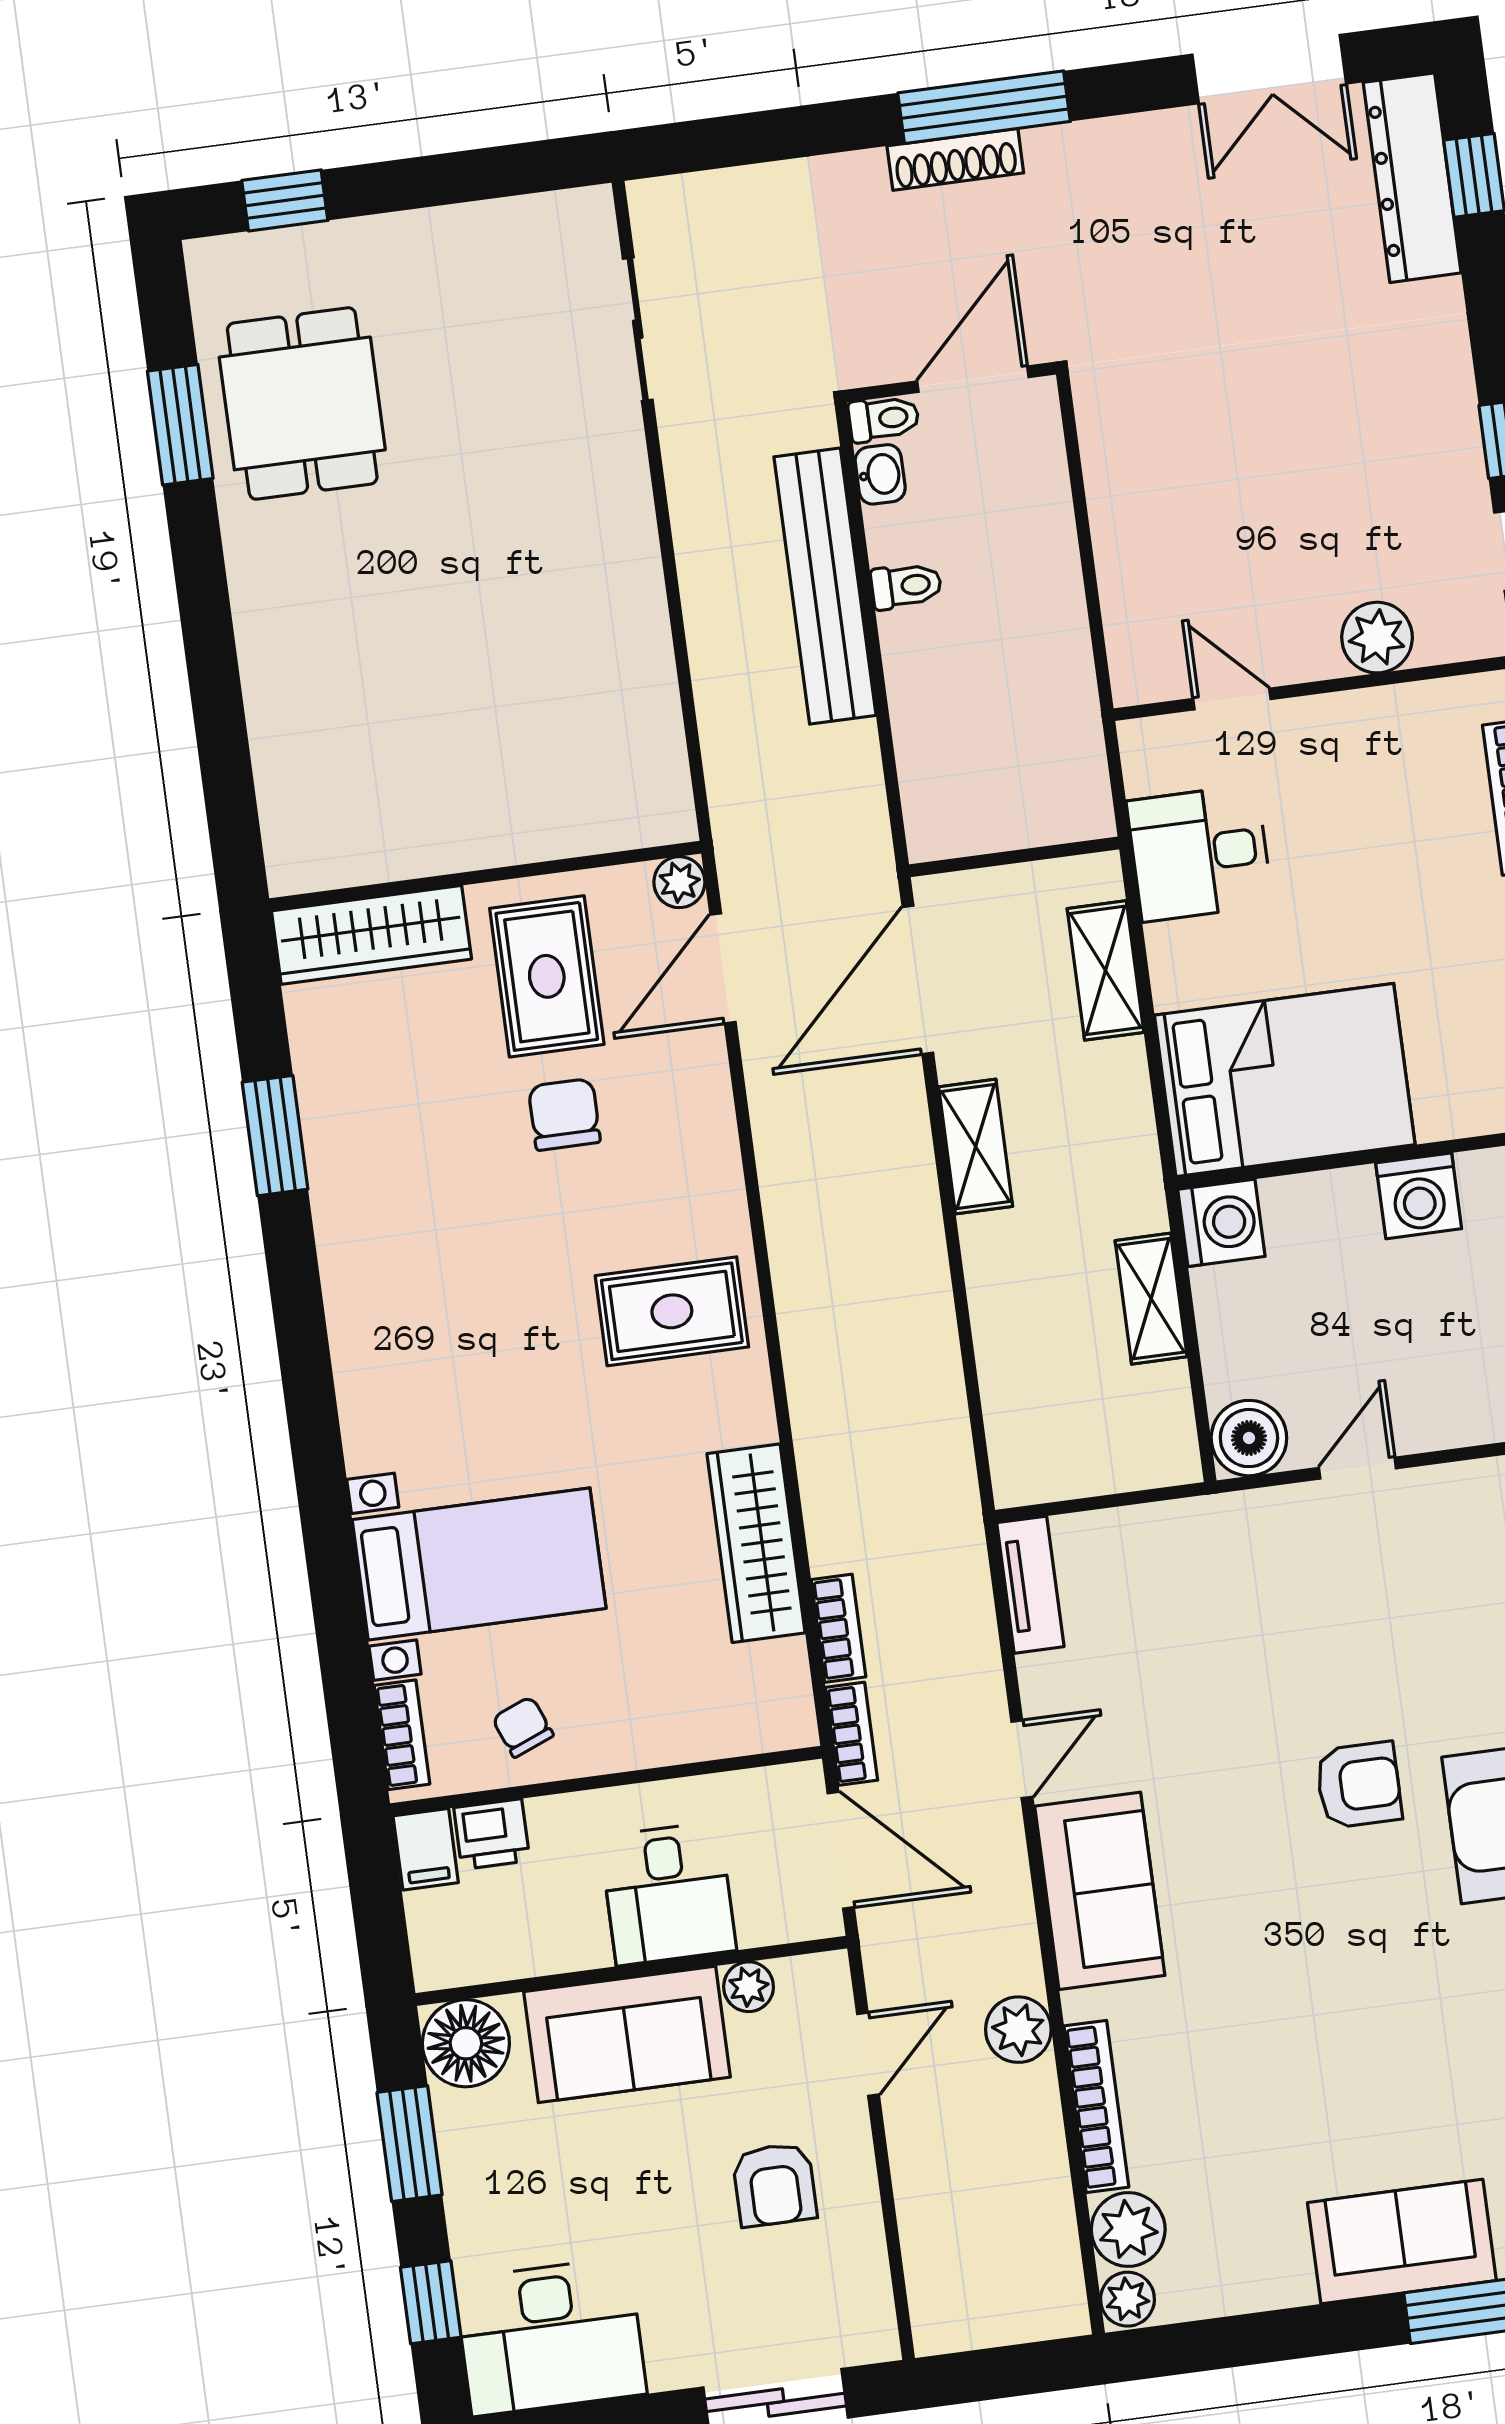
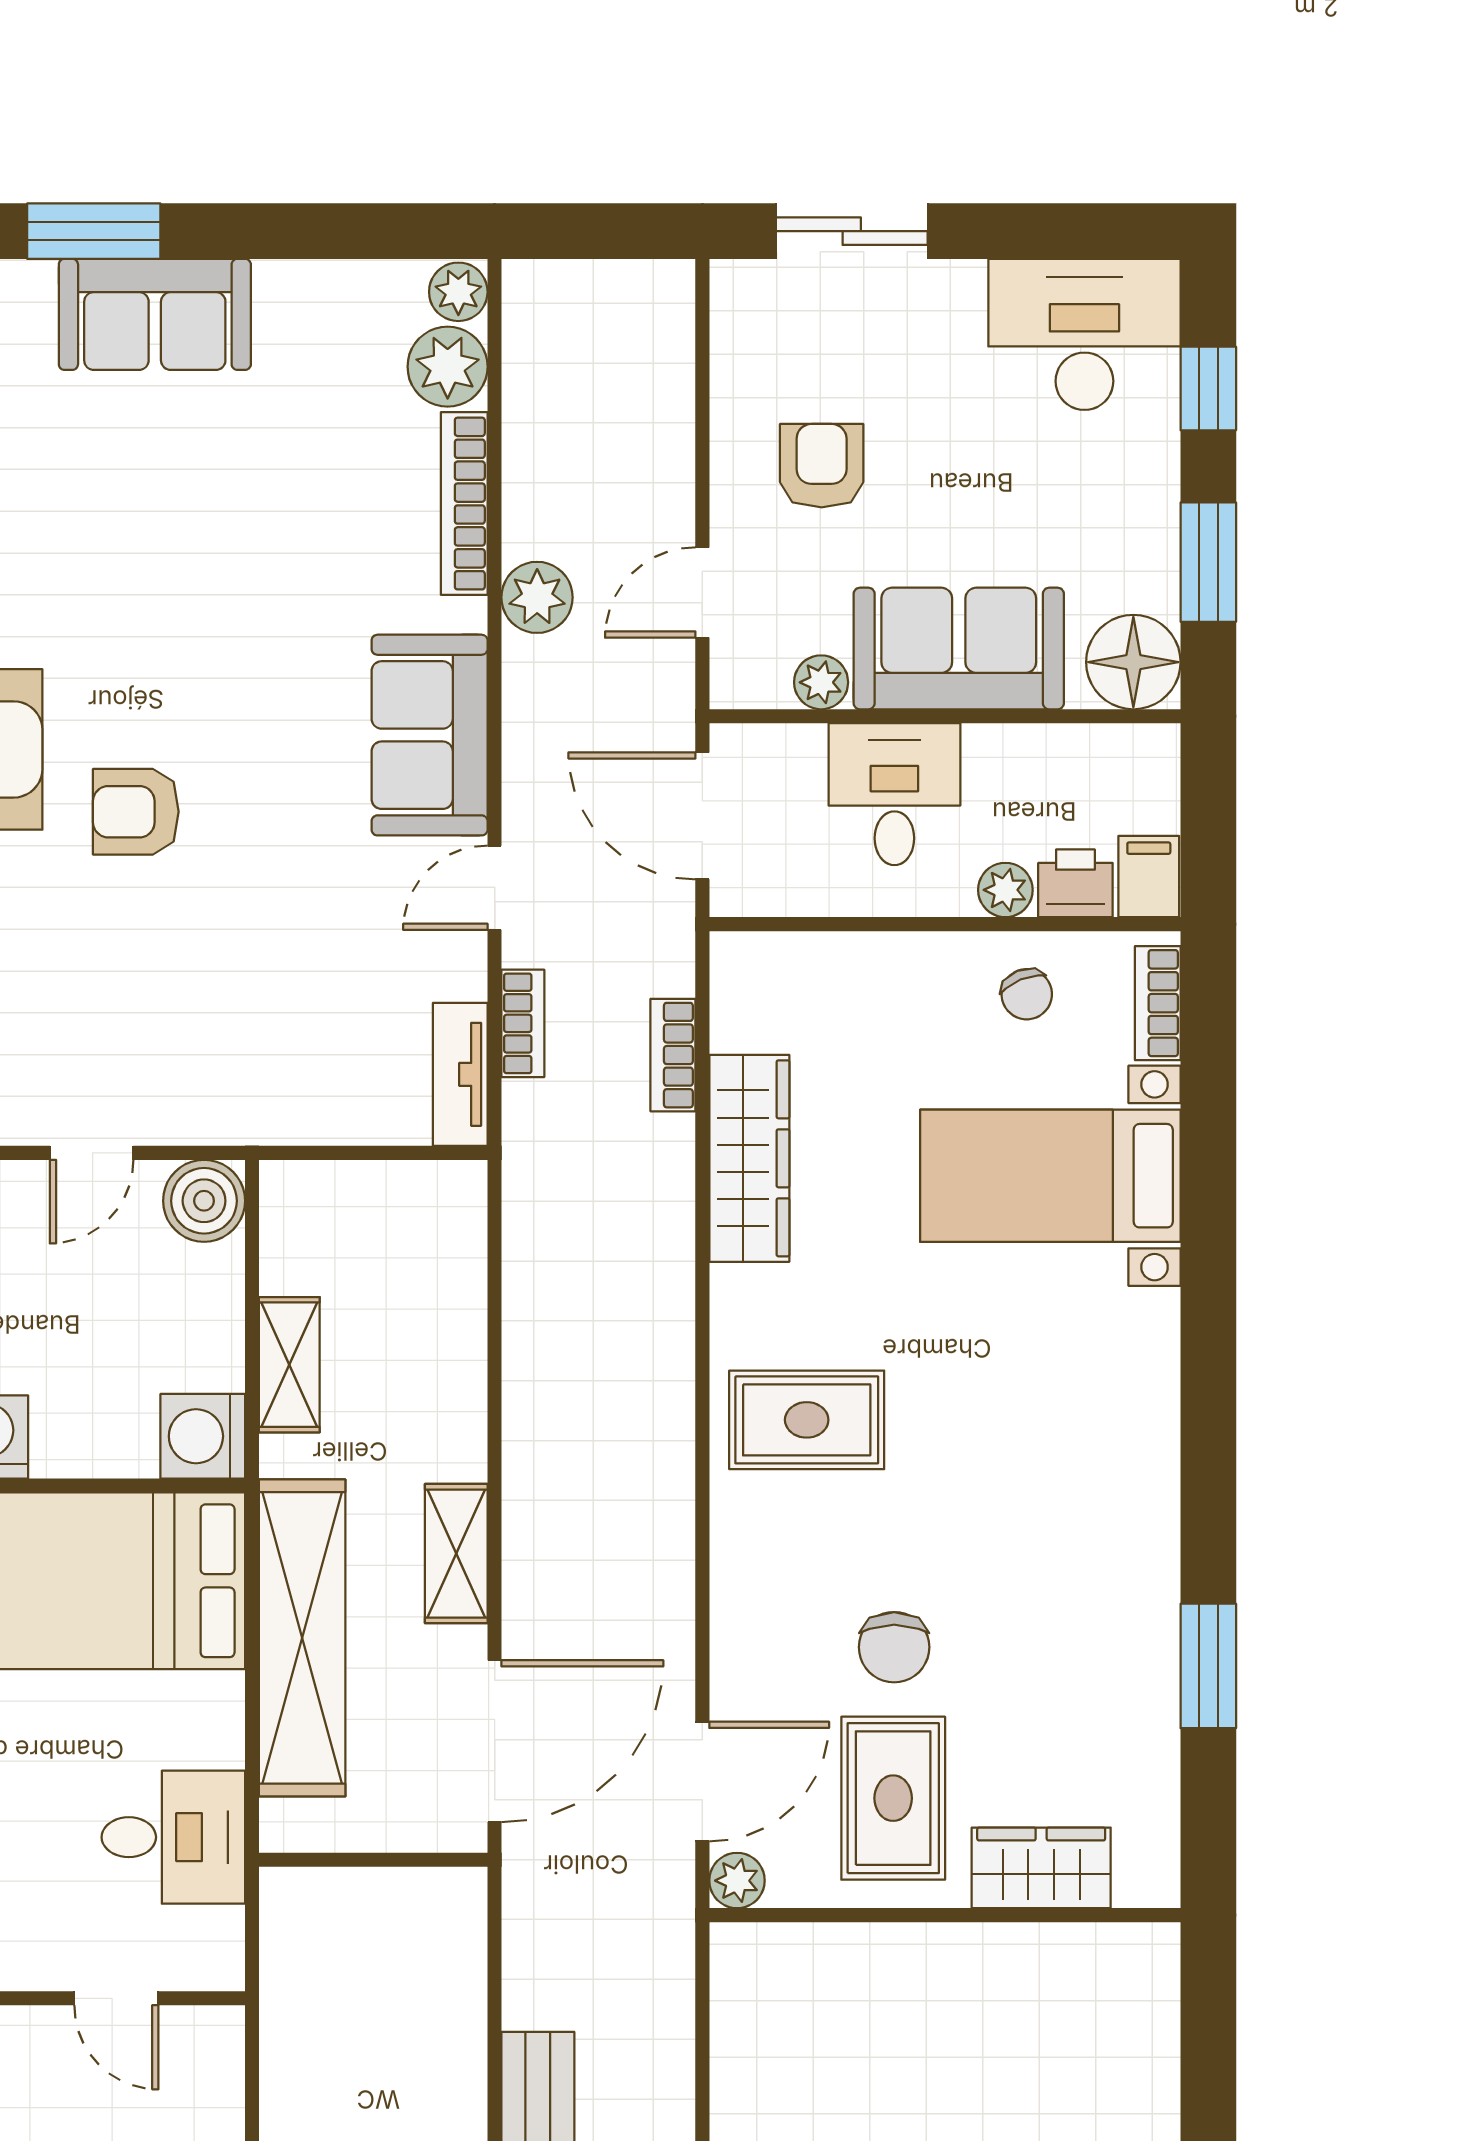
wardrobe: (371, 935) -> (1041, 1868), width x0.67
shelving: (1105, 970) -> (302, 1638), width x2.20, depth x1.33
bookcase: (852, 1734) -> (523, 1023), moved, turned 180
plant: (555, 1819) -> (1005, 890), added

